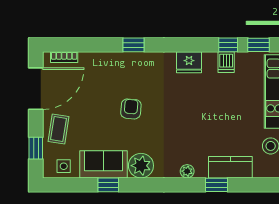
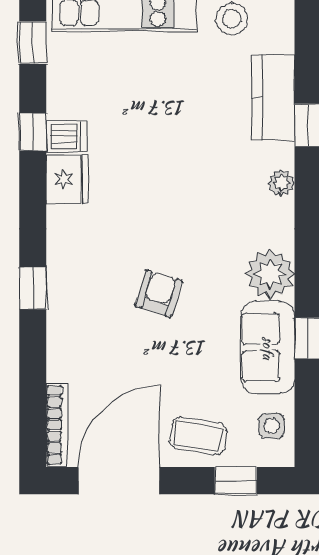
window: (228, 45) -> (33, 132), moved
bookcase: (64, 57) -> (57, 425), width x1.56
dishwasher: (226, 62) -> (67, 136), moved
door: (36, 89) -> (119, 481), hinge flipped
armchair: (131, 109) -> (159, 294), turned 102

